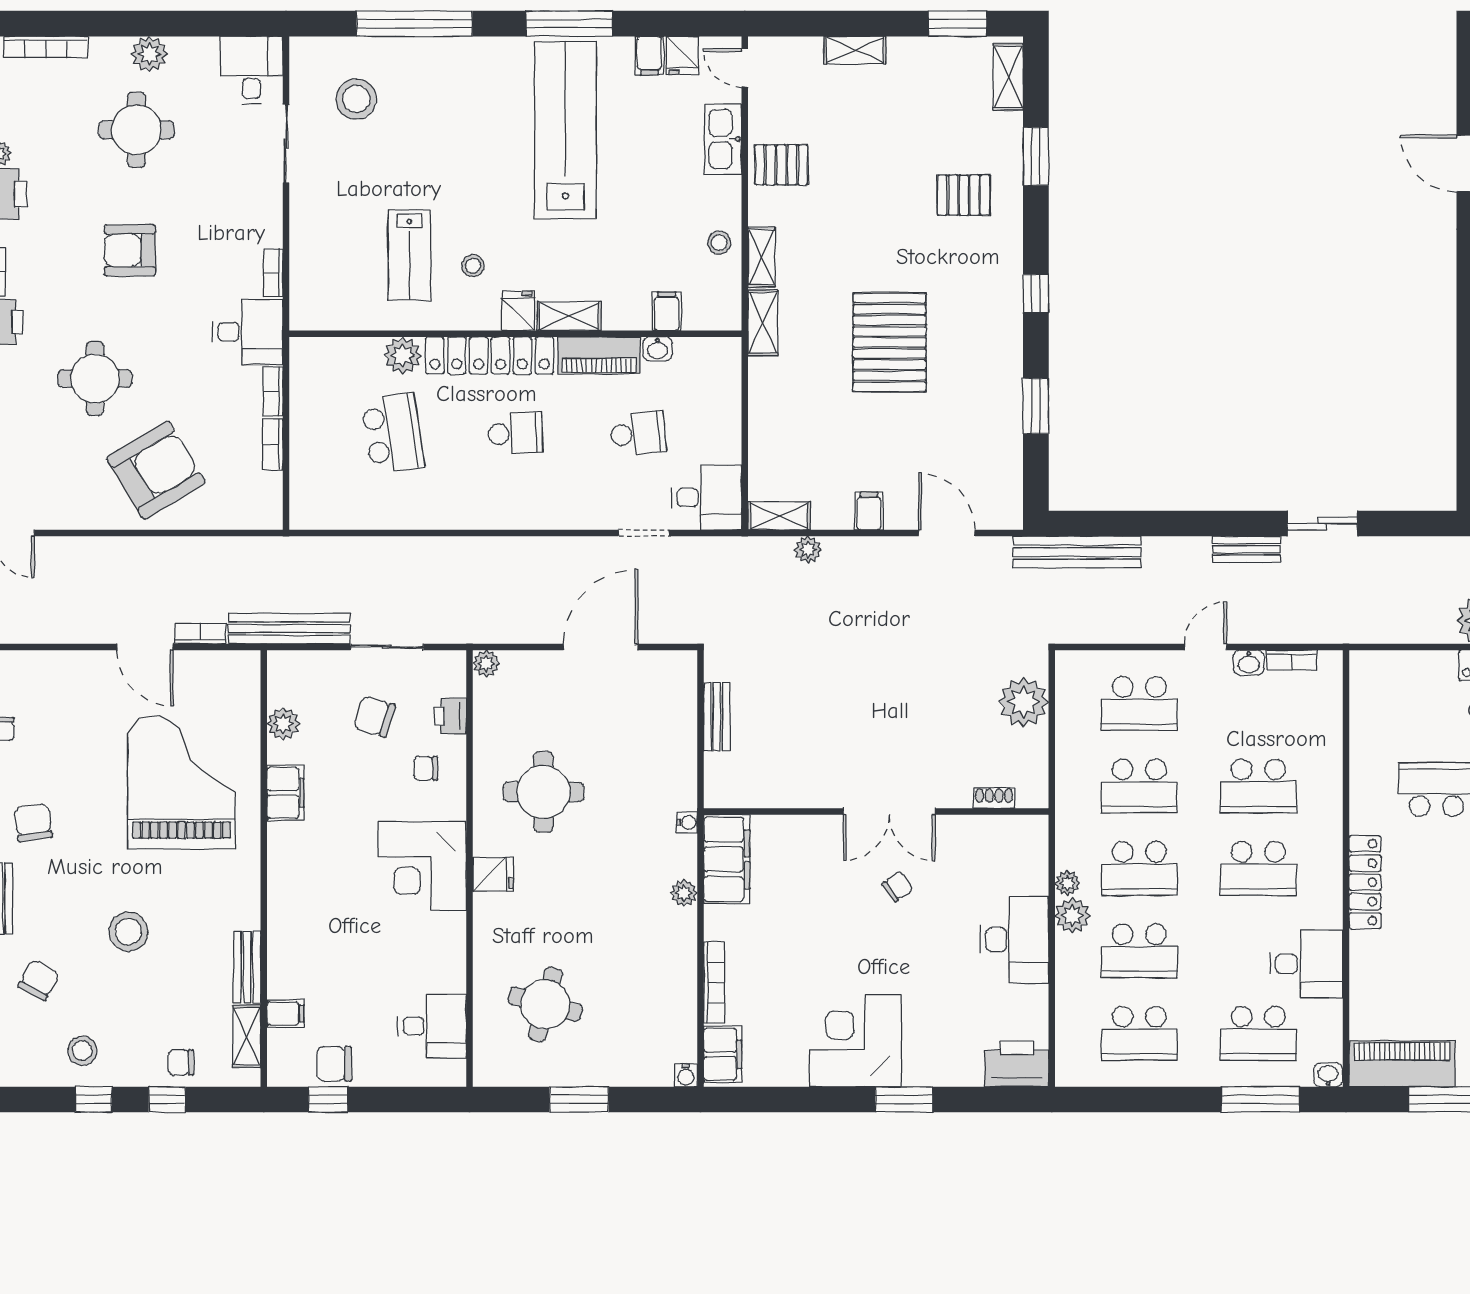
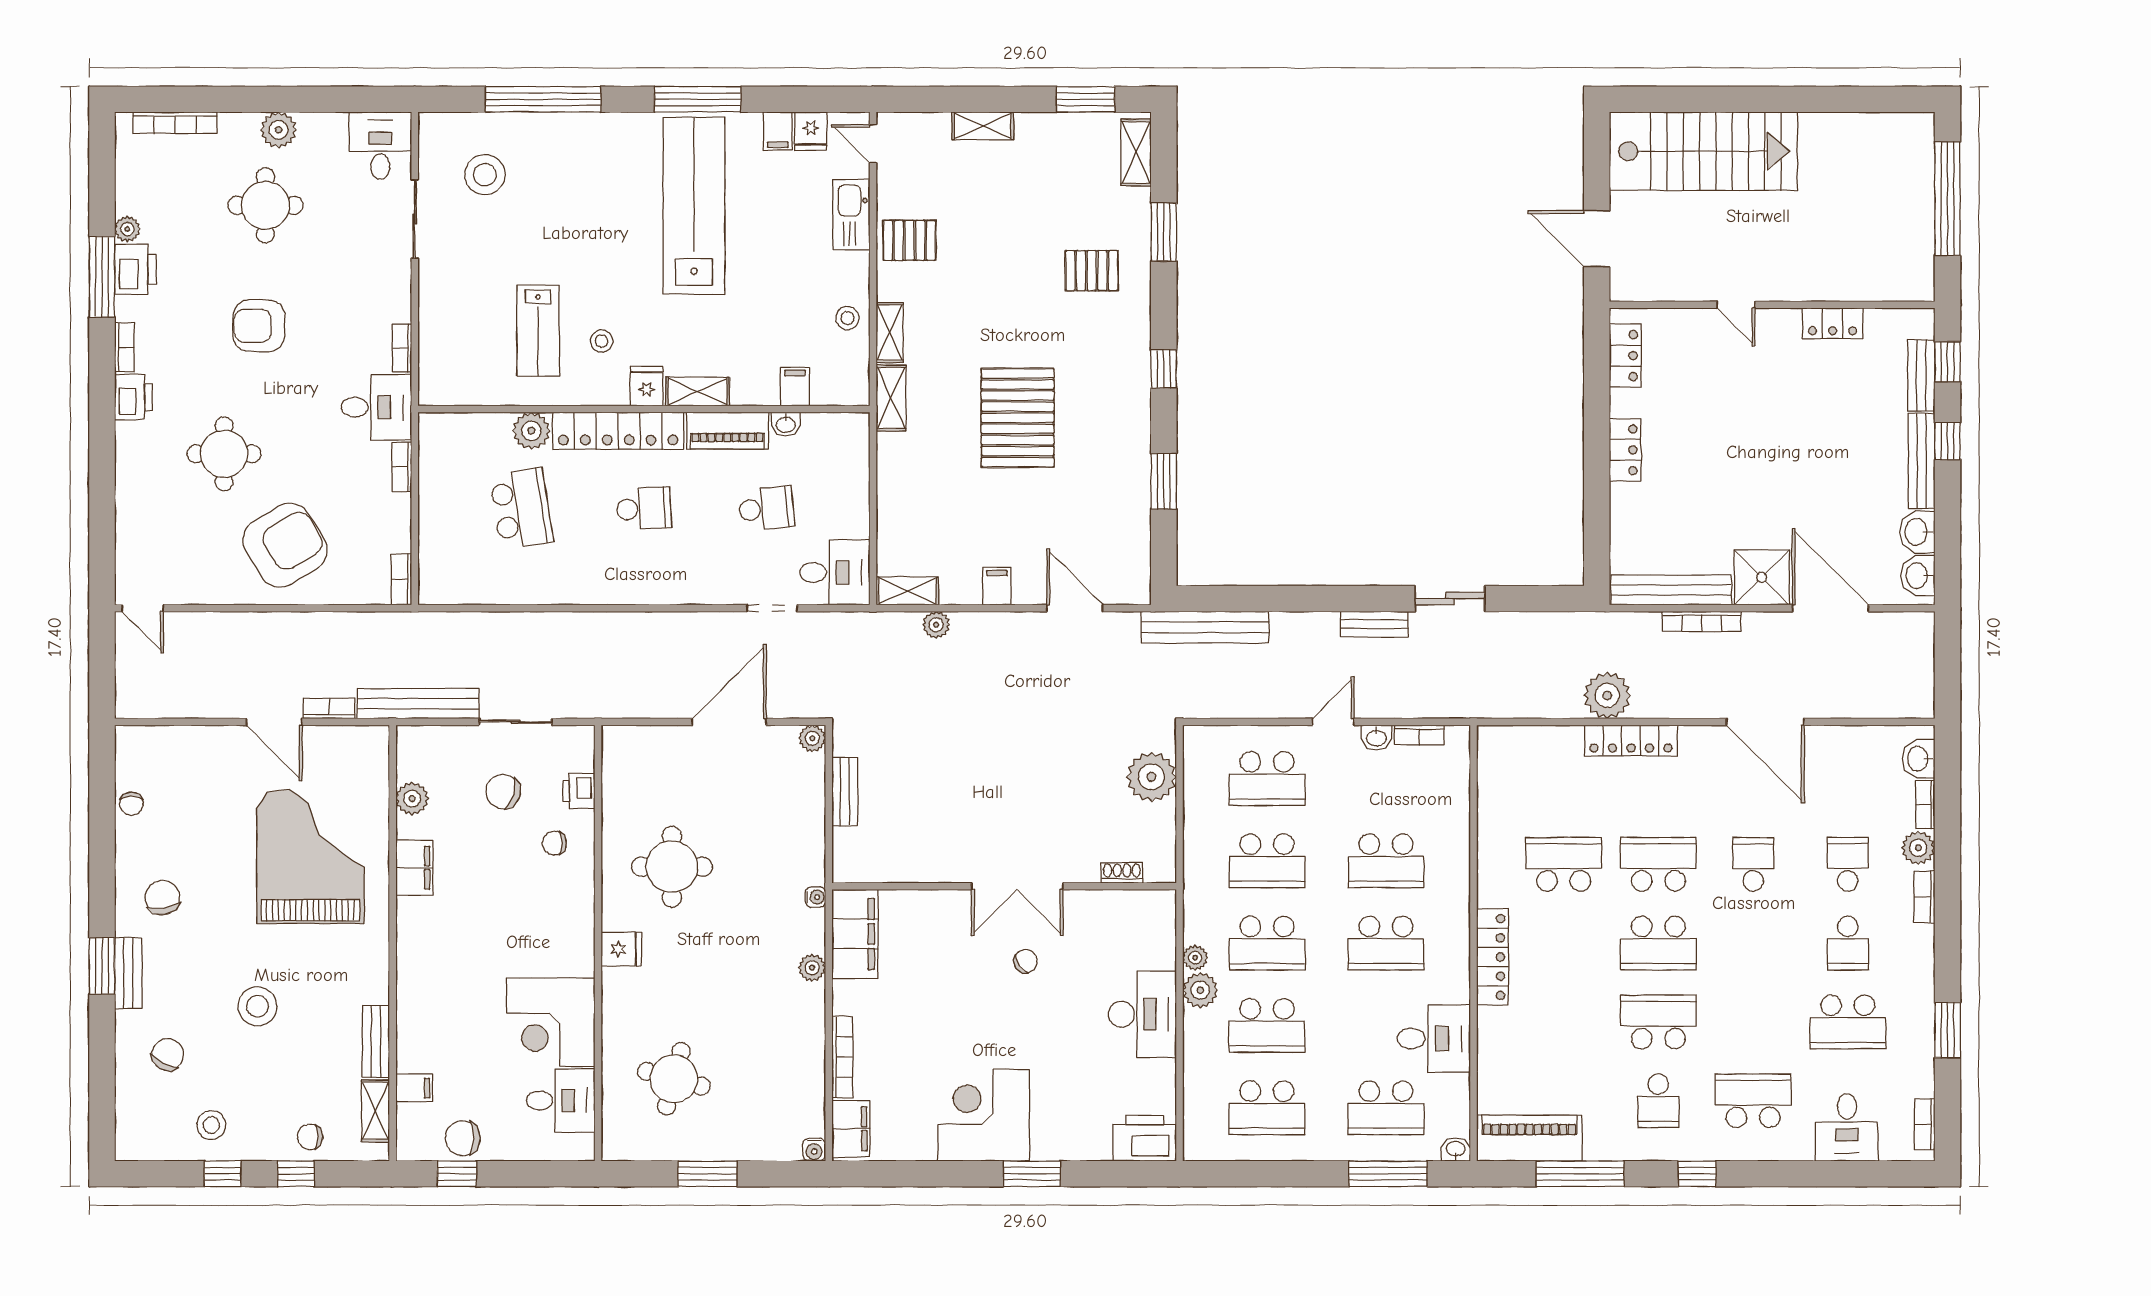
bookcase: (273, 444) -> (401, 580), moved
plant: (486, 663) -> (812, 738), moved
corner desk: (422, 866) -> (551, 1022), moved

